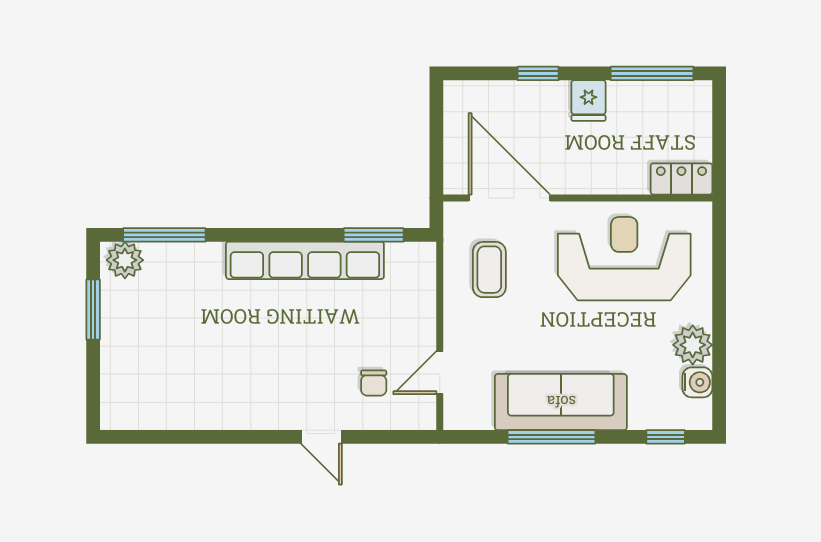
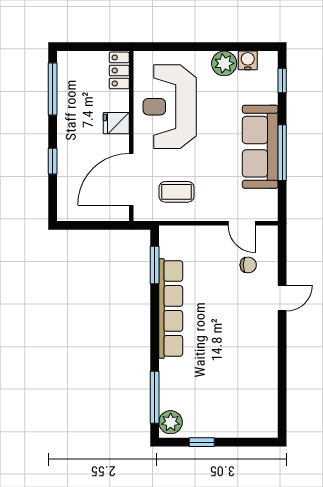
fridge: (589, 101) -> (116, 123), moved, turned 180
window: (93, 310) -> (202, 442), width x0.67

